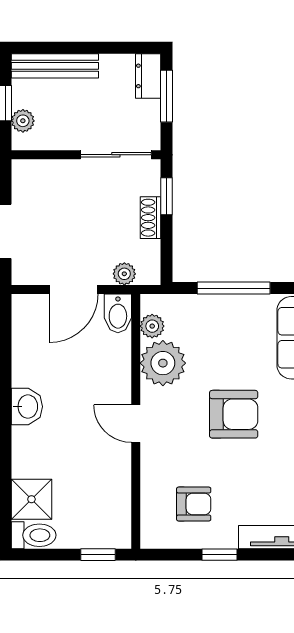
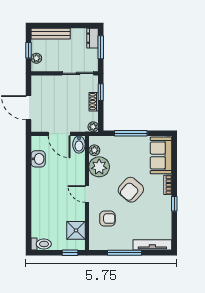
plant: (124, 274) -> (93, 127), moved
door: (74, 289) -> (59, 134), hinge flipped
washbasin: (27, 407) -> (38, 159), moved
armchair: (234, 414) -> (131, 190), turned 131
shower: (31, 499) -> (76, 230), moved
armchair: (194, 504) -> (107, 219), moved
window: (220, 555) -> (125, 253), width x2.17

